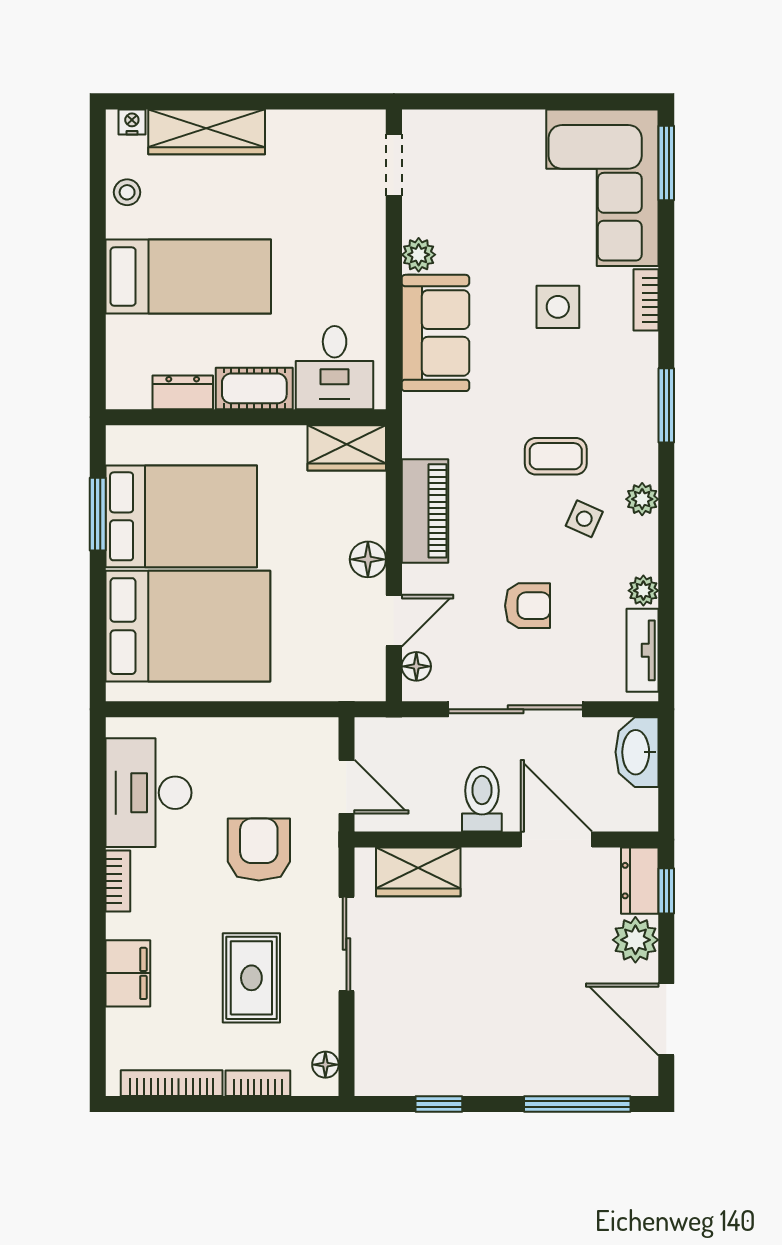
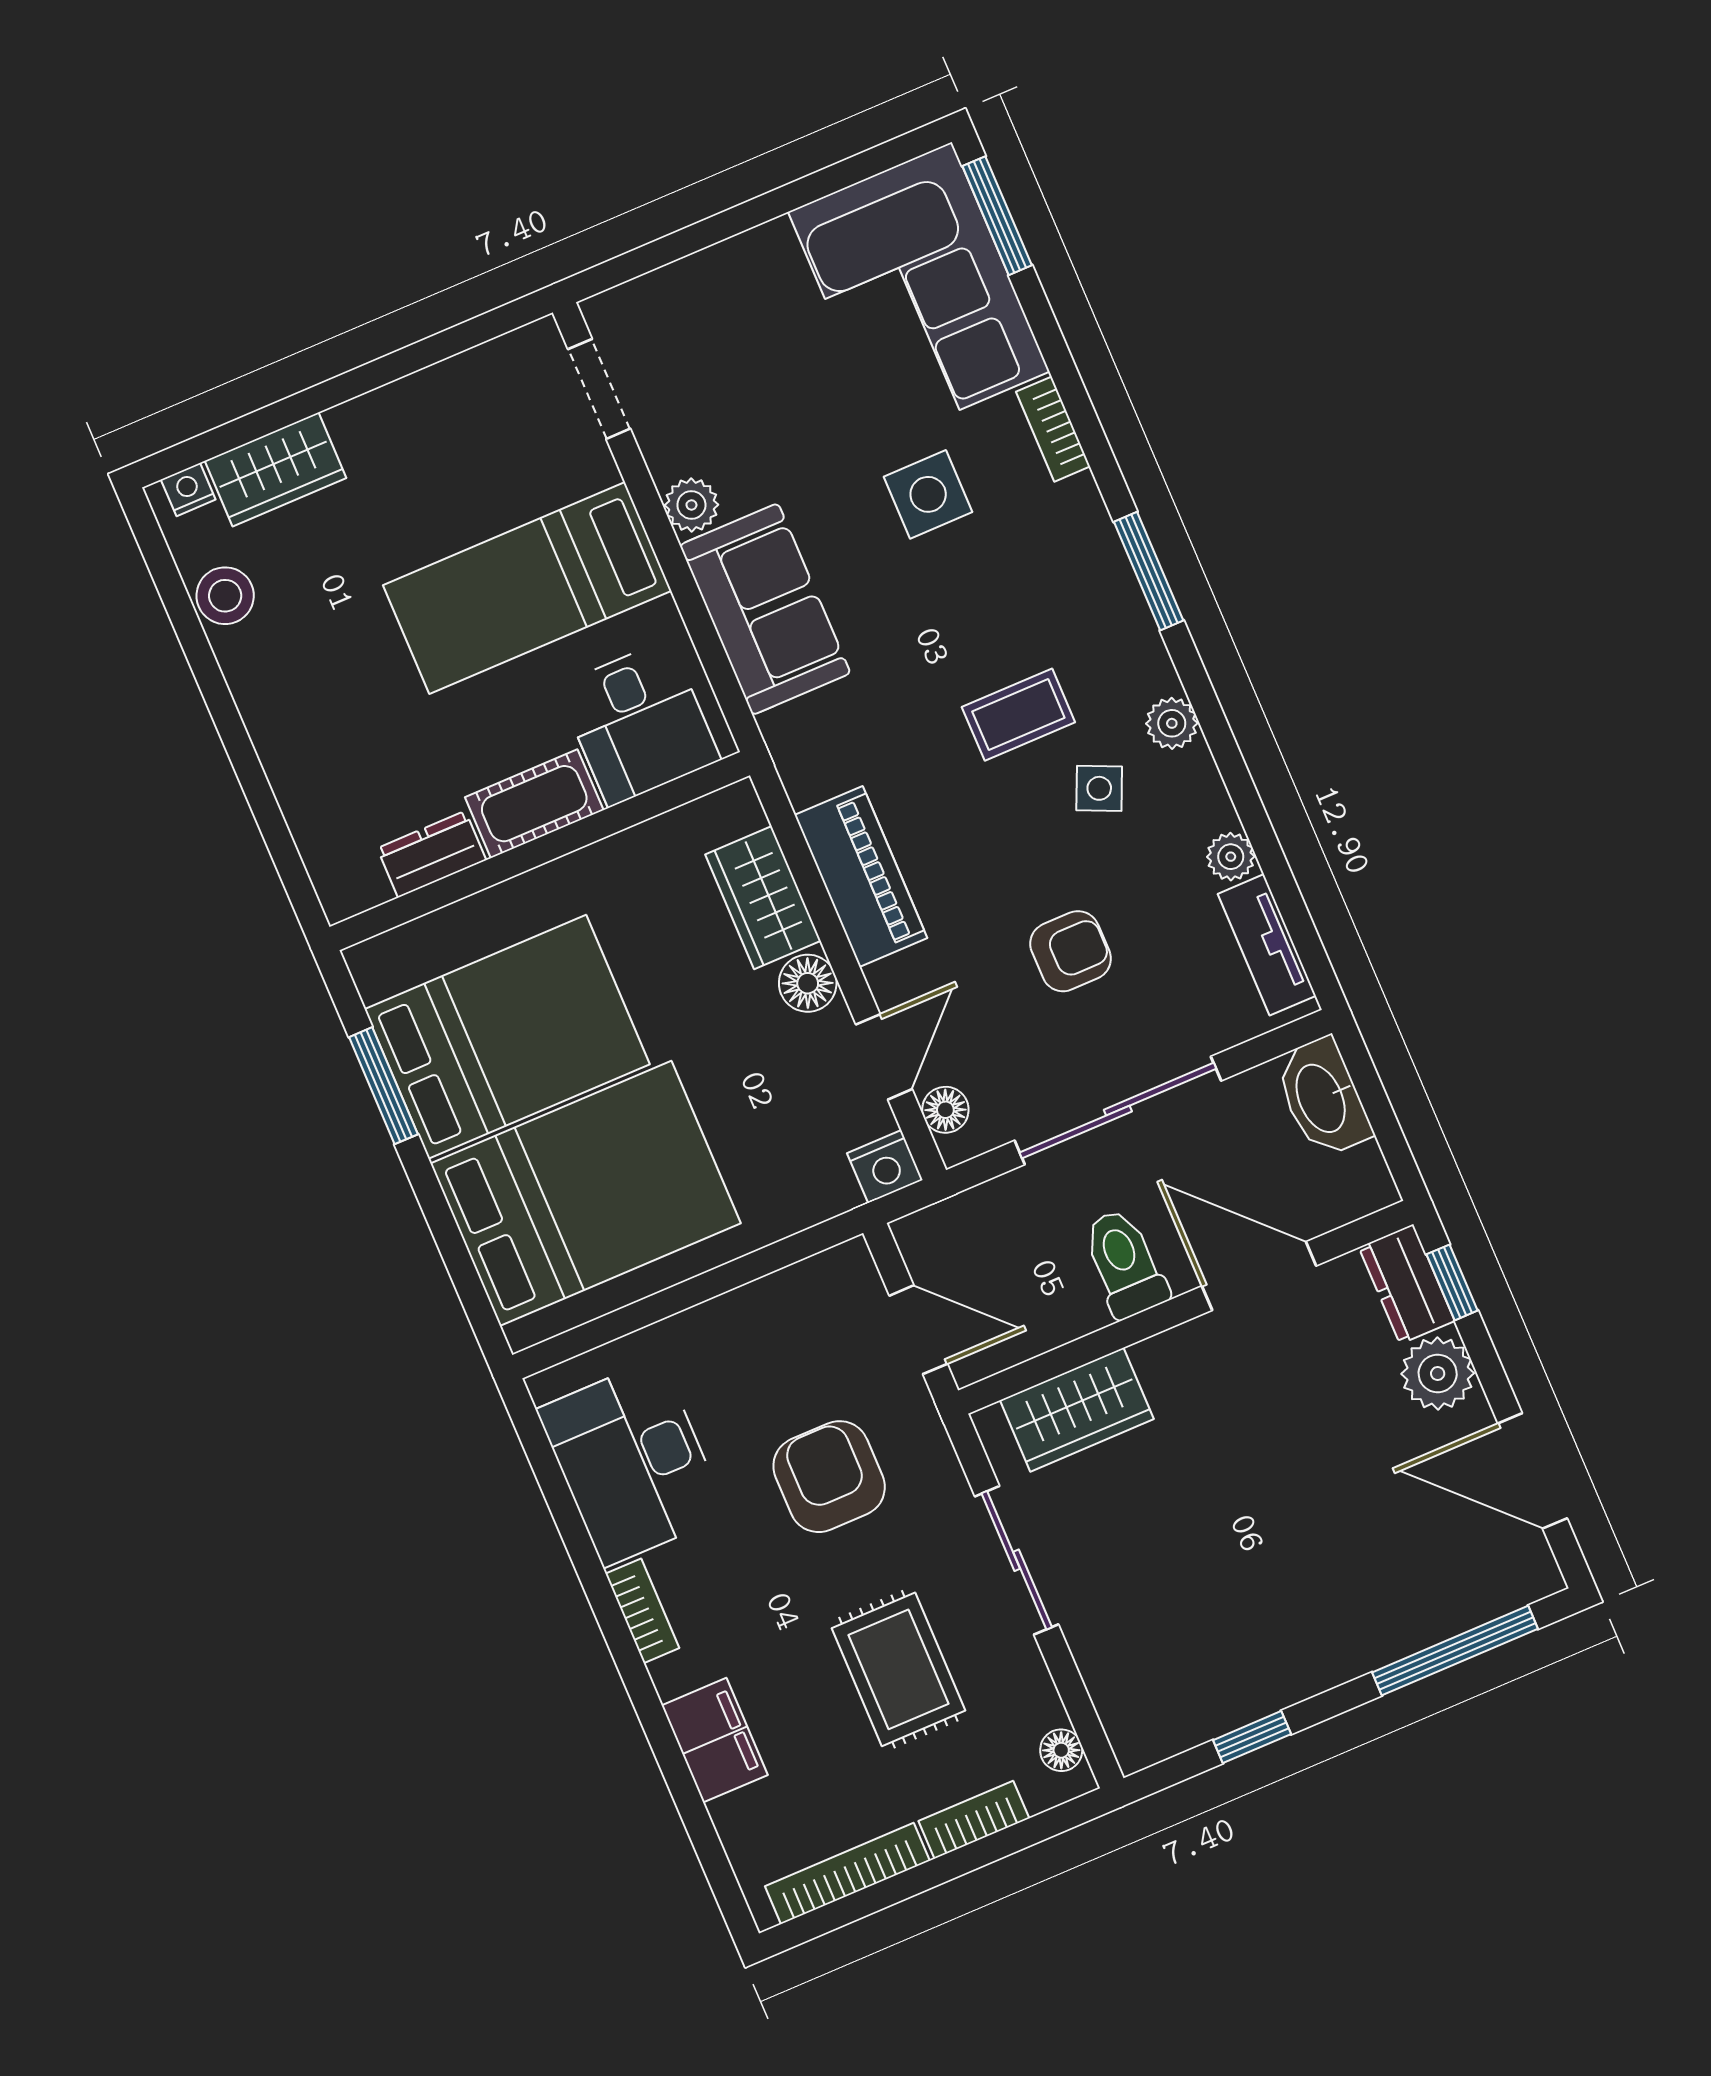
wardrobe: (207, 132) -> (275, 469), width x0.67
stool: (127, 192) -> (225, 596), width x1.37, depth x1.37
bed: (188, 277) -> (527, 588), moved, turned 180
wardrobe: (347, 448) -> (763, 898), moved, turned 90
nightstand: (367, 684) -> (885, 1167), added

